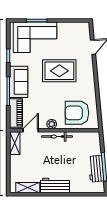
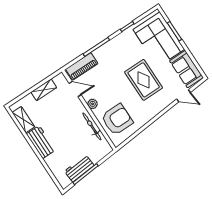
sofa: (19, 82) -> (186, 69), moved, turned 90
armchair: (77, 113) -> (117, 119), turned 90
bicycle: (57, 137) -> (92, 126), moved
shelving: (15, 143) -> (44, 90), moved

